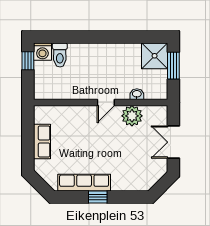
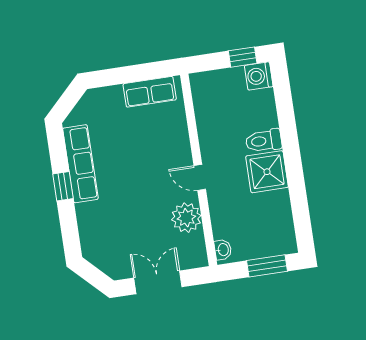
toilet: (60, 55) -> (264, 141), moved
shower: (155, 56) -> (267, 172), moved
washbasin: (137, 94) -> (223, 250), moved
row of seats: (42, 141) -> (150, 92), moved

